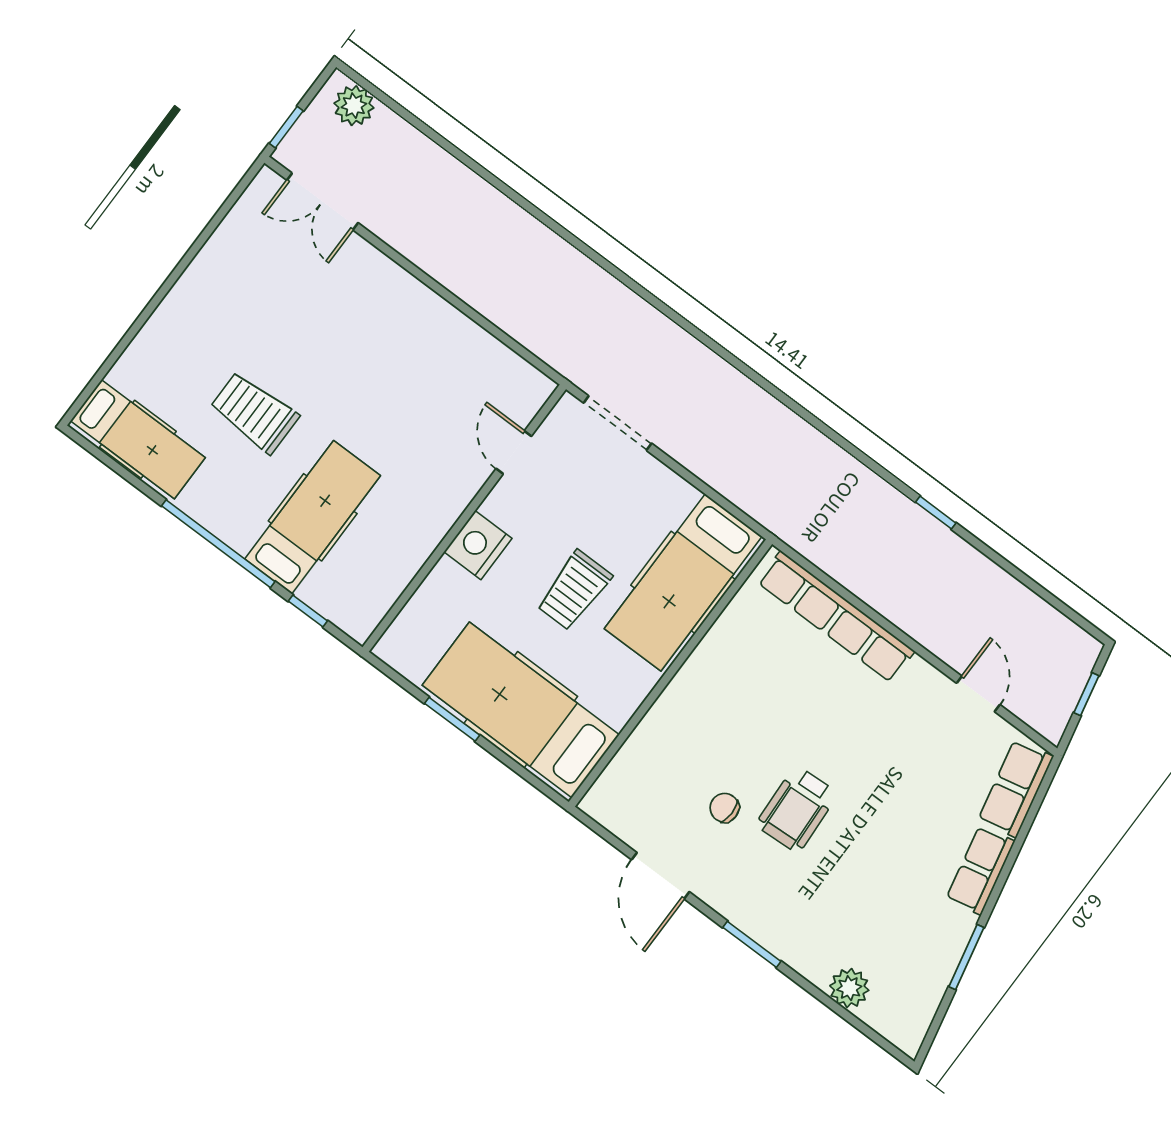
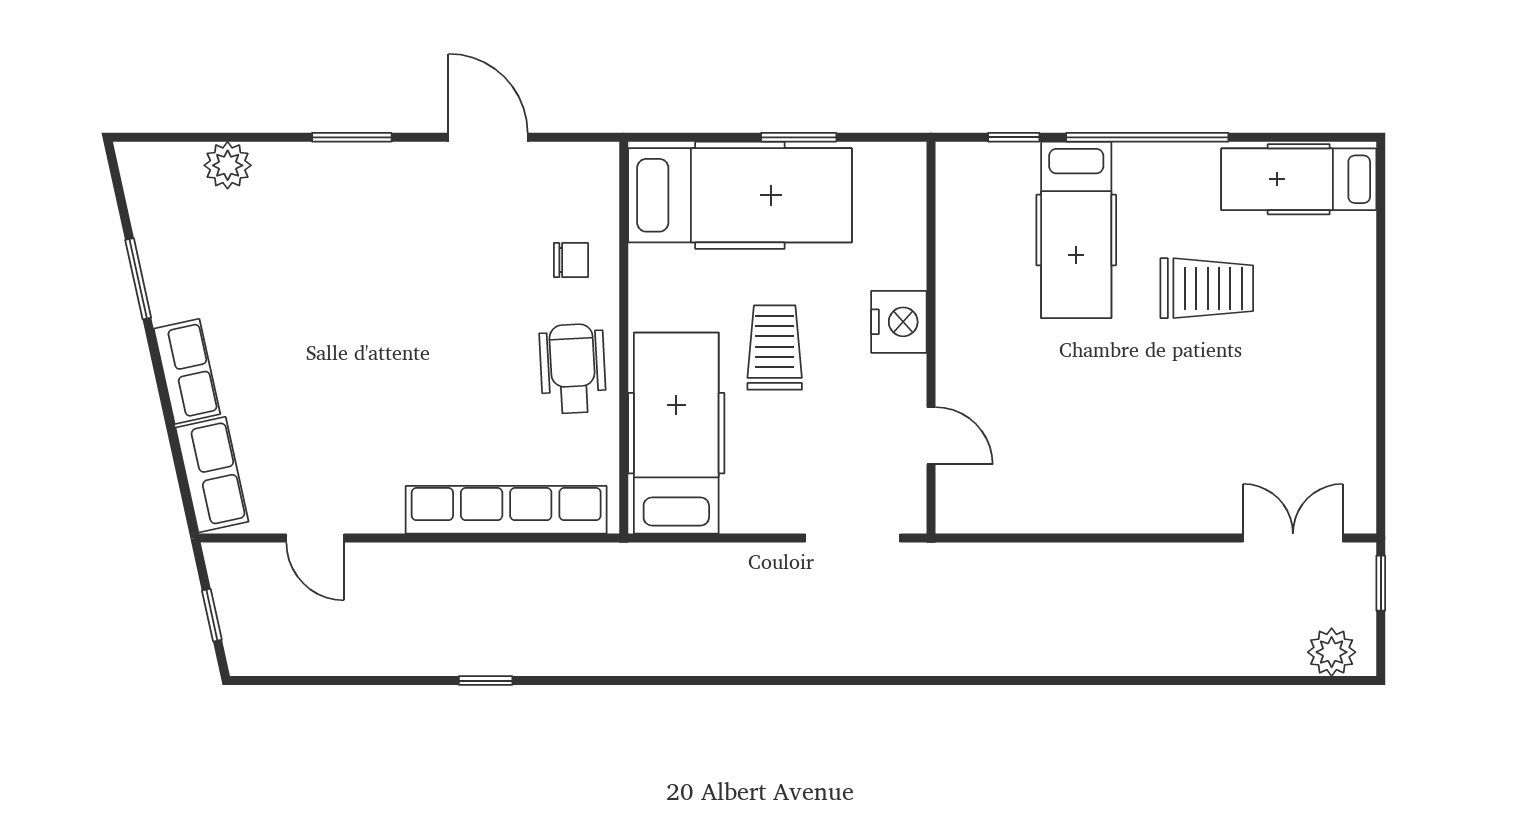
chair: (725, 808) -> (571, 260), moved
wheelchair: (797, 809) -> (573, 369), moved

